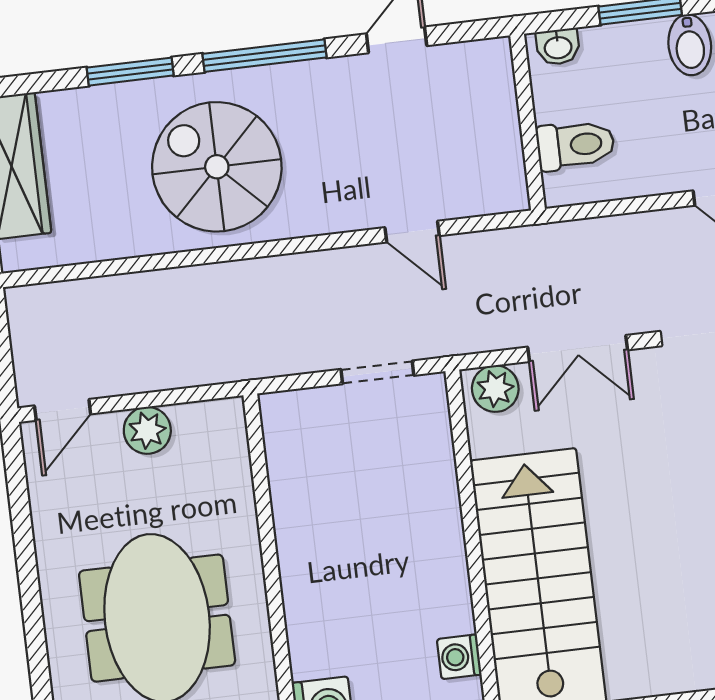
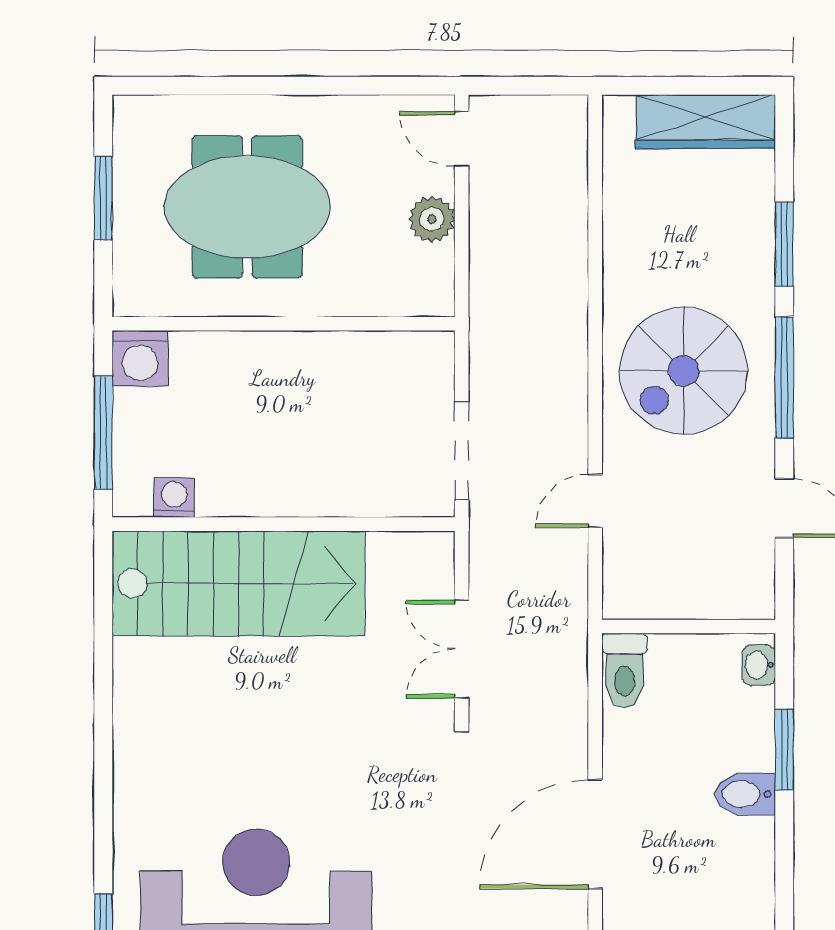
toilet: (575, 145) -> (625, 671), moved
spiral stairs: (217, 167) -> (684, 371), moved, turned 180
doorway: (377, 372) -> (462, 451), width x1.38
plant: (495, 389) -> (432, 564), removed

